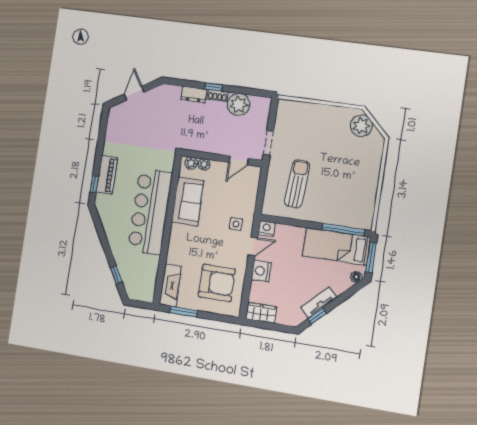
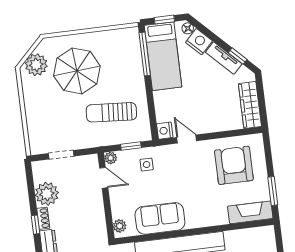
doorway: (268, 143) -> (61, 155), moved
parasol: (345, 162) -> (77, 71), added
plant: (204, 164) -> (111, 158), moved
window: (261, 193) -> (131, 146), added
side table: (236, 224) -> (147, 165), moved
window: (371, 257) -> (164, 20), width x0.67
nightstand: (261, 271) -> (199, 42), moved, turned -135
wardrobe: (261, 313) -> (250, 105), width x1.50

